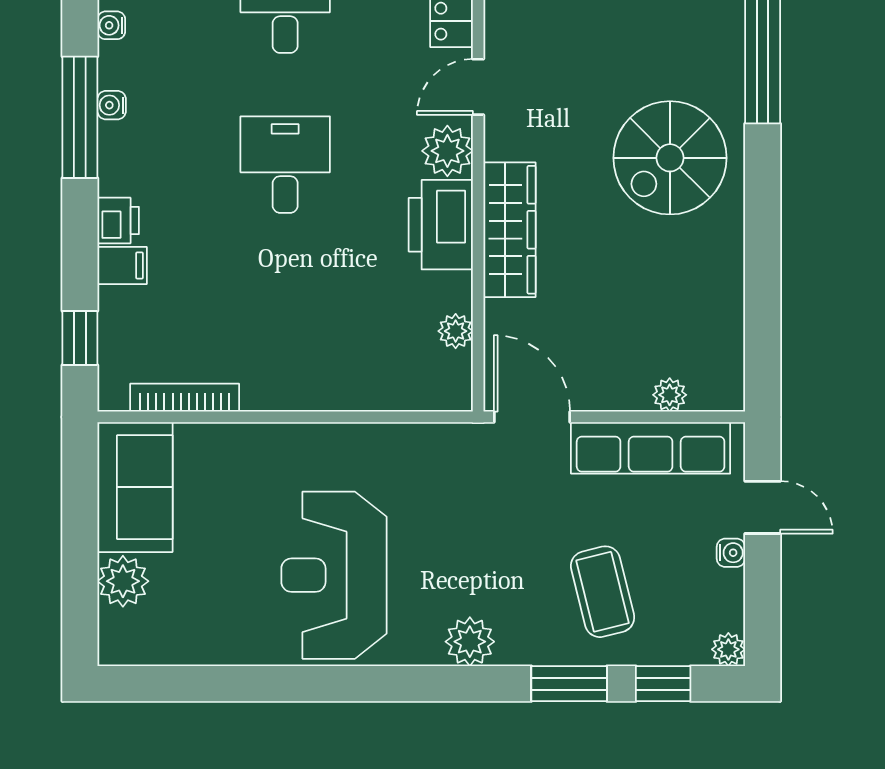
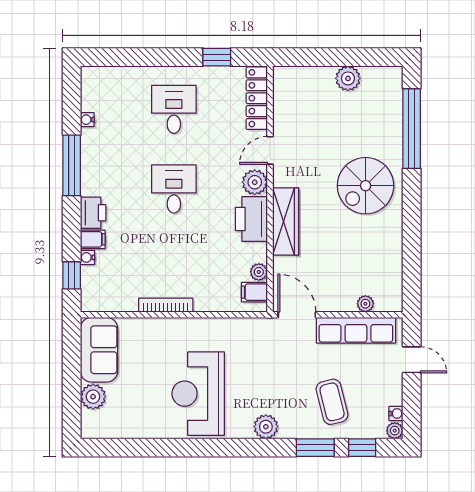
water cooler: (112, 105) -> (87, 257), moved
printer: (118, 221) -> (93, 213), width x1.36, depth x1.24
filing cabinet: (447, 372) -> (254, 292), added
bookcase: (185, 398) -> (166, 305), moved
water cooler: (731, 553) -> (396, 414), moved

